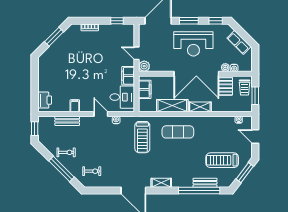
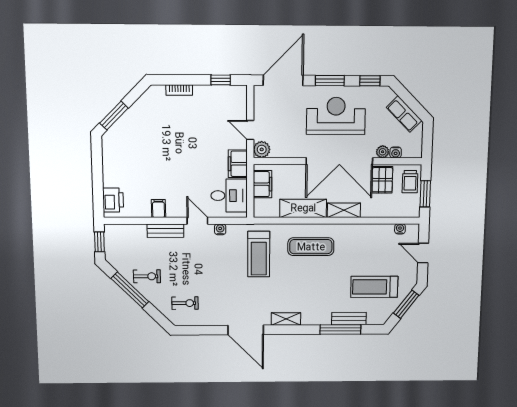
window: (54, 37) -> (114, 116), moved
reception desk: (193, 44) -> (336, 116), turned 180
bench: (67, 121) -> (165, 231), moved
window: (61, 169) -> (130, 290), moved
window: (199, 190) -> (340, 329), width x0.68

